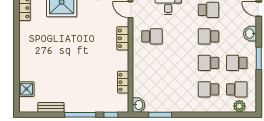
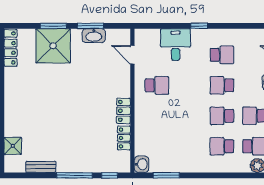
locker: (123, 38) -> (123, 111), moved

